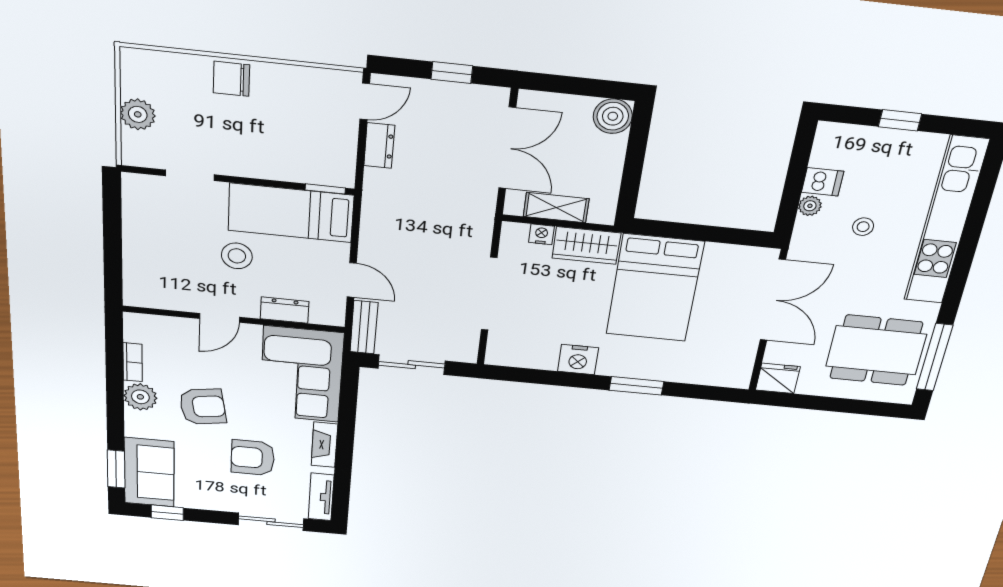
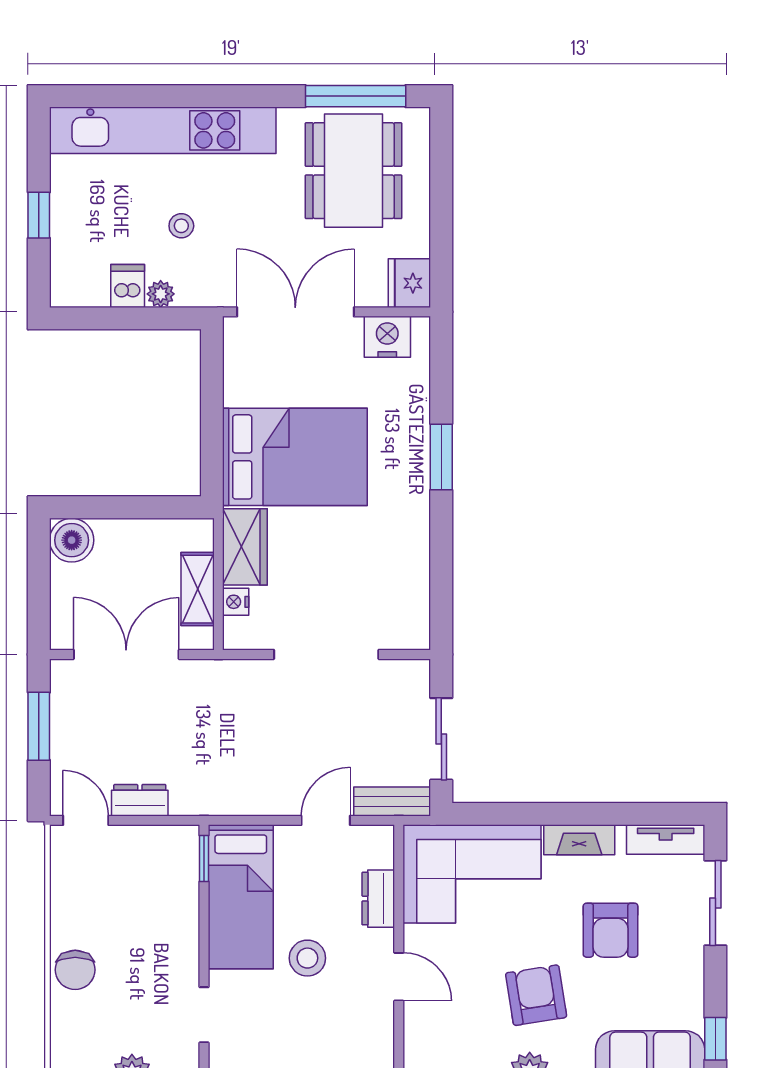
window: (452, 73) -> (39, 726), width x1.50
nightstand: (578, 360) -> (387, 337), moved, turned -90

